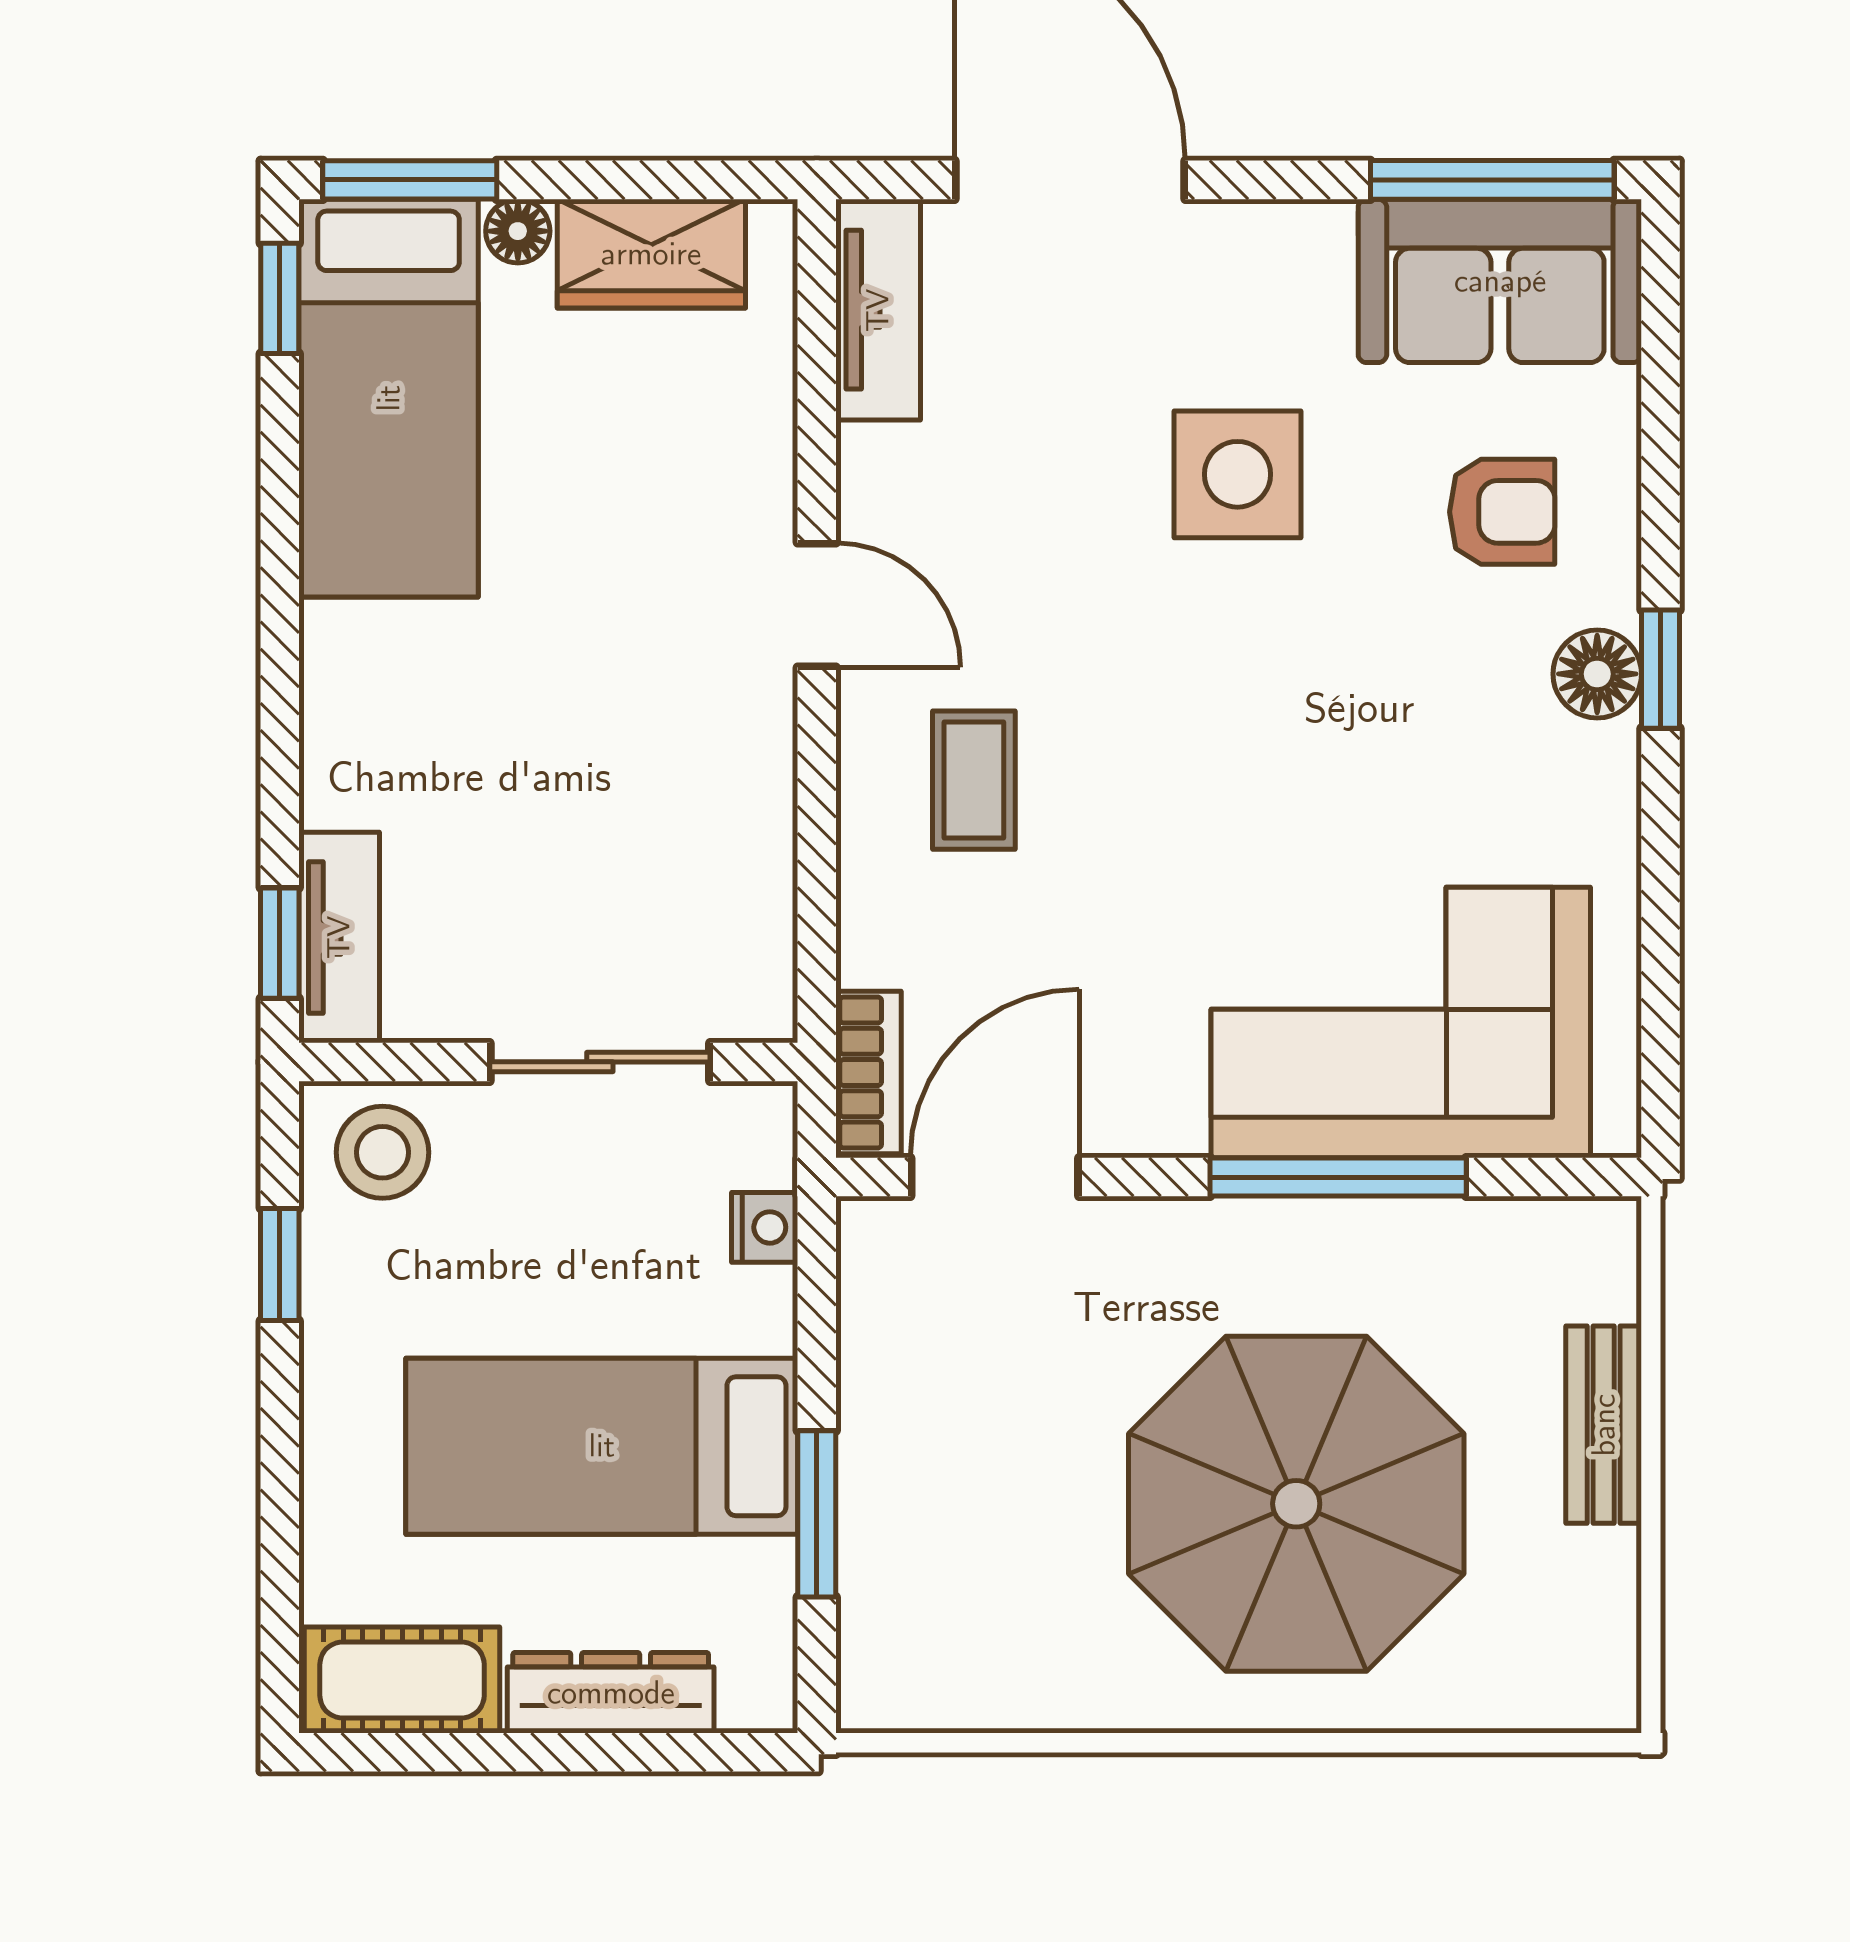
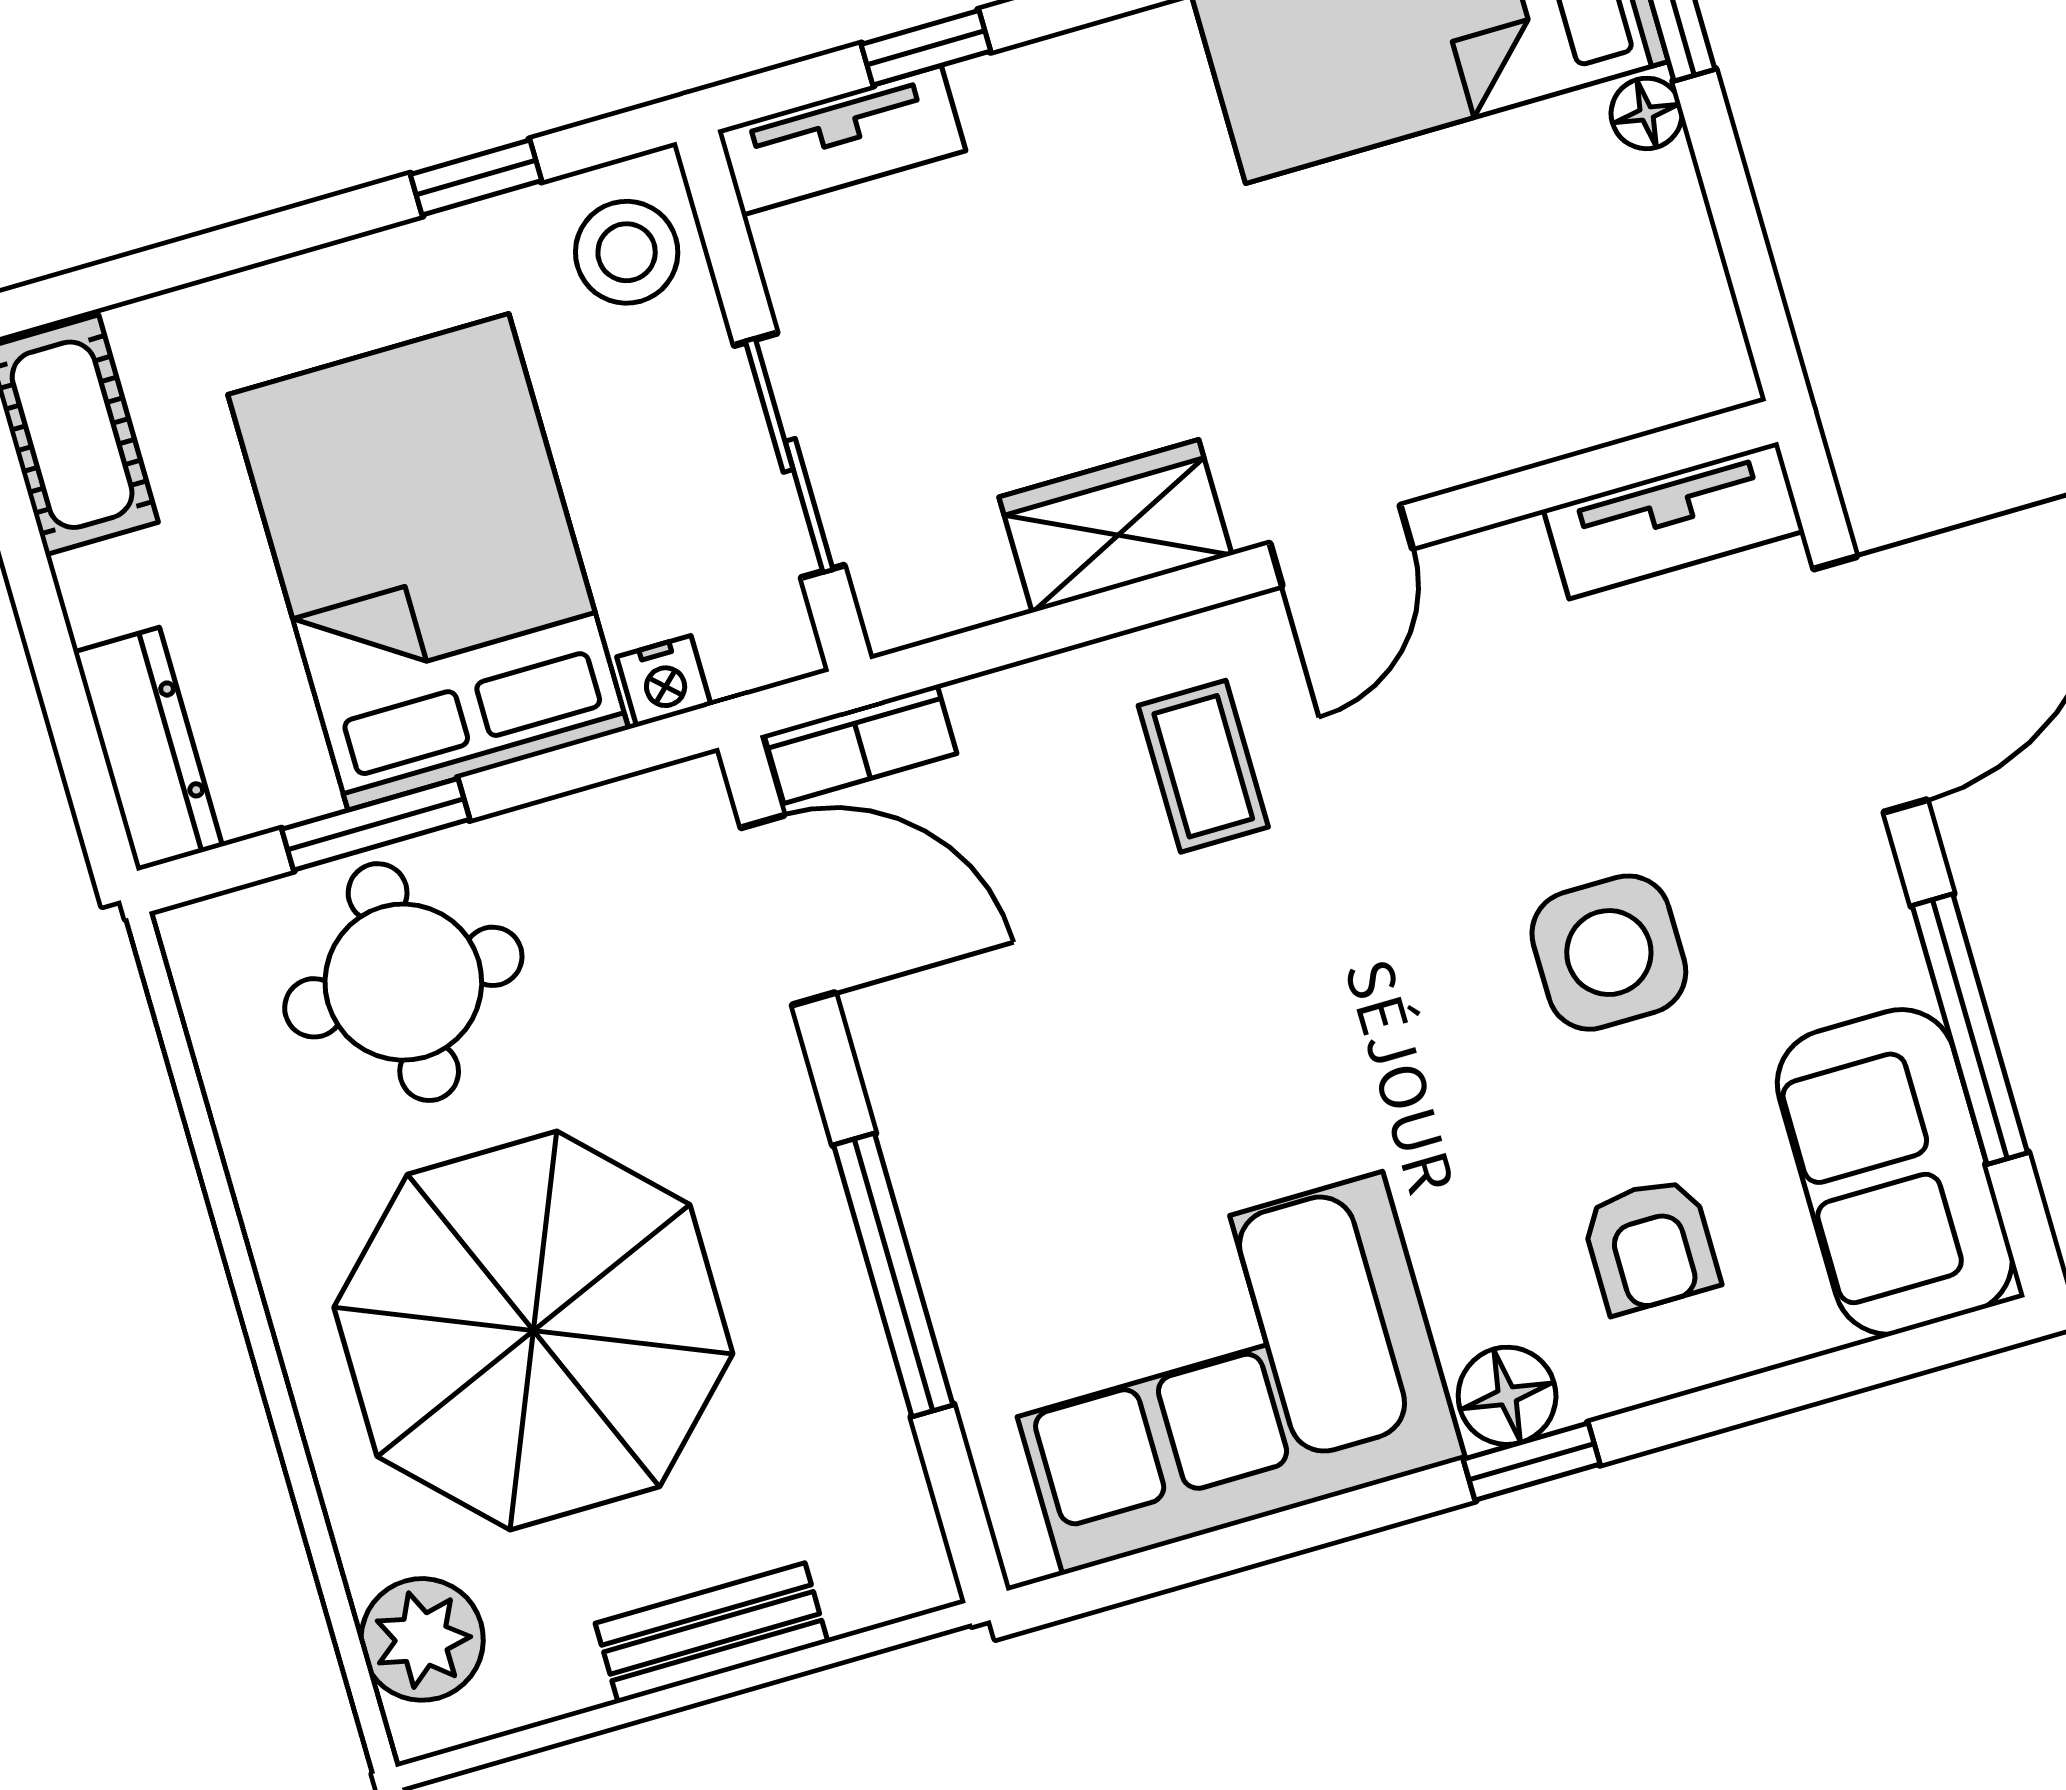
window: (1492, 180) -> (1970, 1029), moved
wardrobe: (651, 254) -> (1115, 526), moved, turned 90
coffee table: (974, 780) -> (1203, 766), turned 90
window: (280, 943) -> (926, 48), moved
corner sofa: (1401, 1023) -> (1223, 1373), moved, turned -90
bed: (602, 1446) -> (428, 562), width x1.50
round table: (961, 1529) -> (403, 982), added
plant: (1537, 1678) -> (422, 1639), added
dresser: (611, 1693) -> (148, 749), moved

